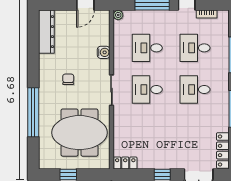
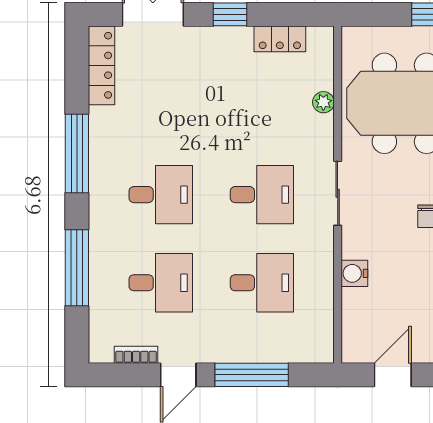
plant: (118, 15) -> (323, 102), moved
locker: (125, 163) -> (280, 39), moved

